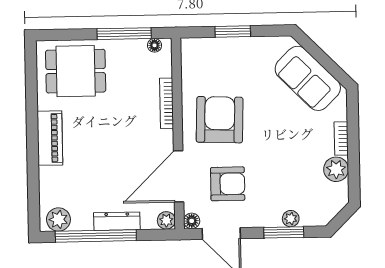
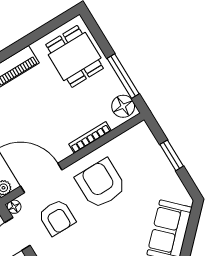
floor lamp: (155, 45) -> (123, 106), width x1.89, depth x1.89
armchair: (220, 120) -> (101, 184), turned -92

